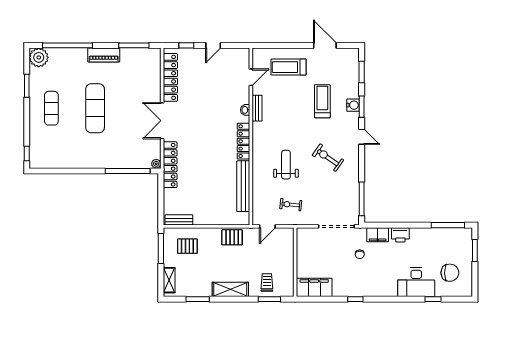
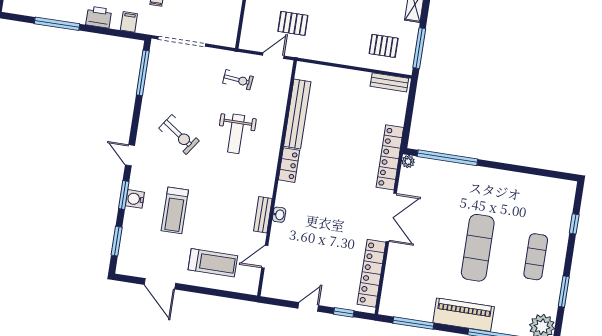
piano: (104, 55) -> (464, 315), width x1.37, depth x1.33
locker: (243, 141) -> (289, 165), width x0.66
window: (27, 154) -> (574, 224), moved
window: (448, 225) -> (57, 24), moved
filing cabinet: (378, 235) -> (129, 22), width x0.50
pallet: (232, 237) -> (293, 23), moved

